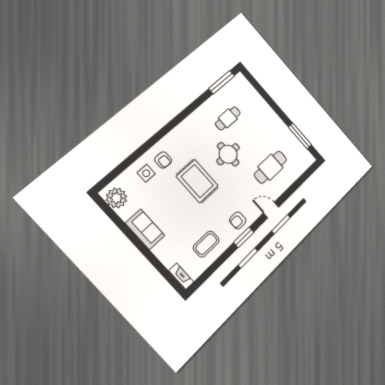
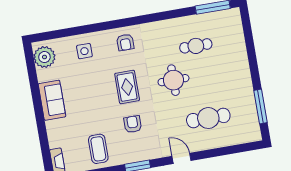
armchair: (163, 160) -> (125, 42), moved
rug: (197, 181) -> (127, 87), width x0.73, depth x0.70
armchair: (238, 220) -> (133, 124), moved, turned 90
coffee table: (206, 244) -> (98, 149), turned 90

